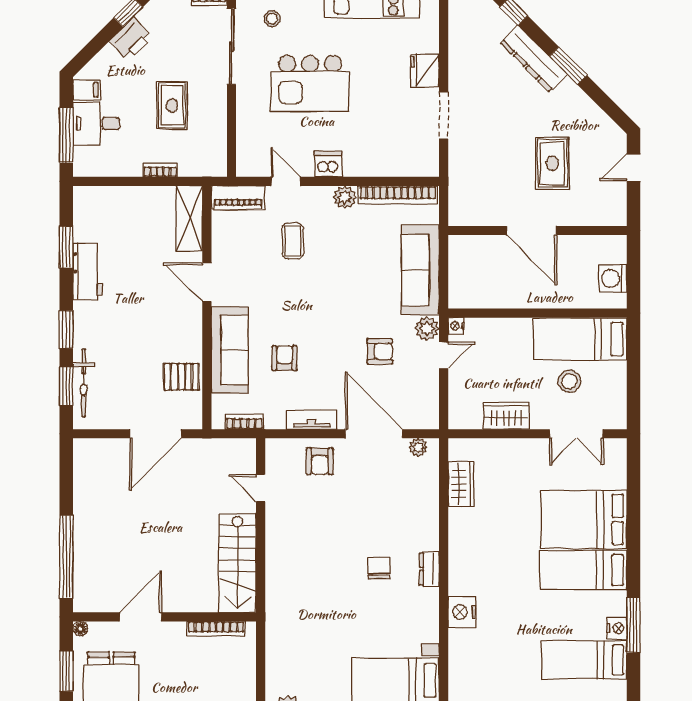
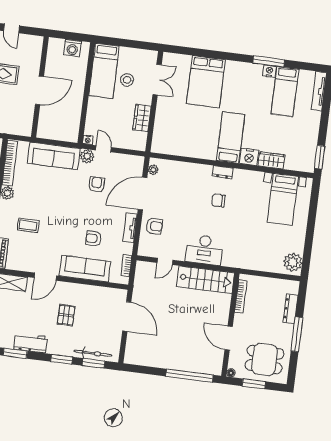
pallet: (181, 377) -> (66, 315), moved
wardrobe: (461, 484) -> (271, 160), moved
desk: (290, 554) -> (204, 250), added
bed: (583, 570) -> (231, 138), moved, turned 180

